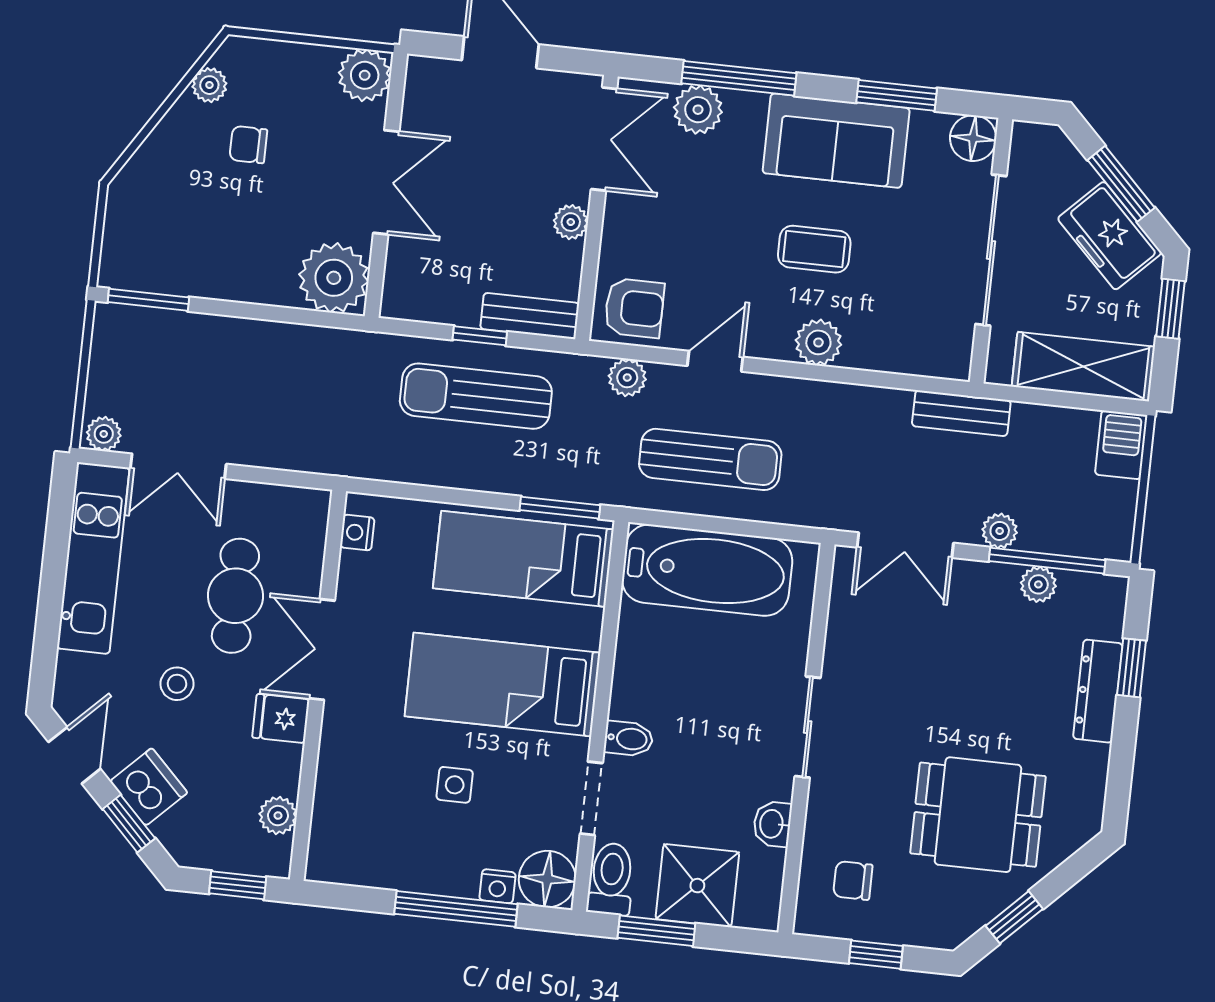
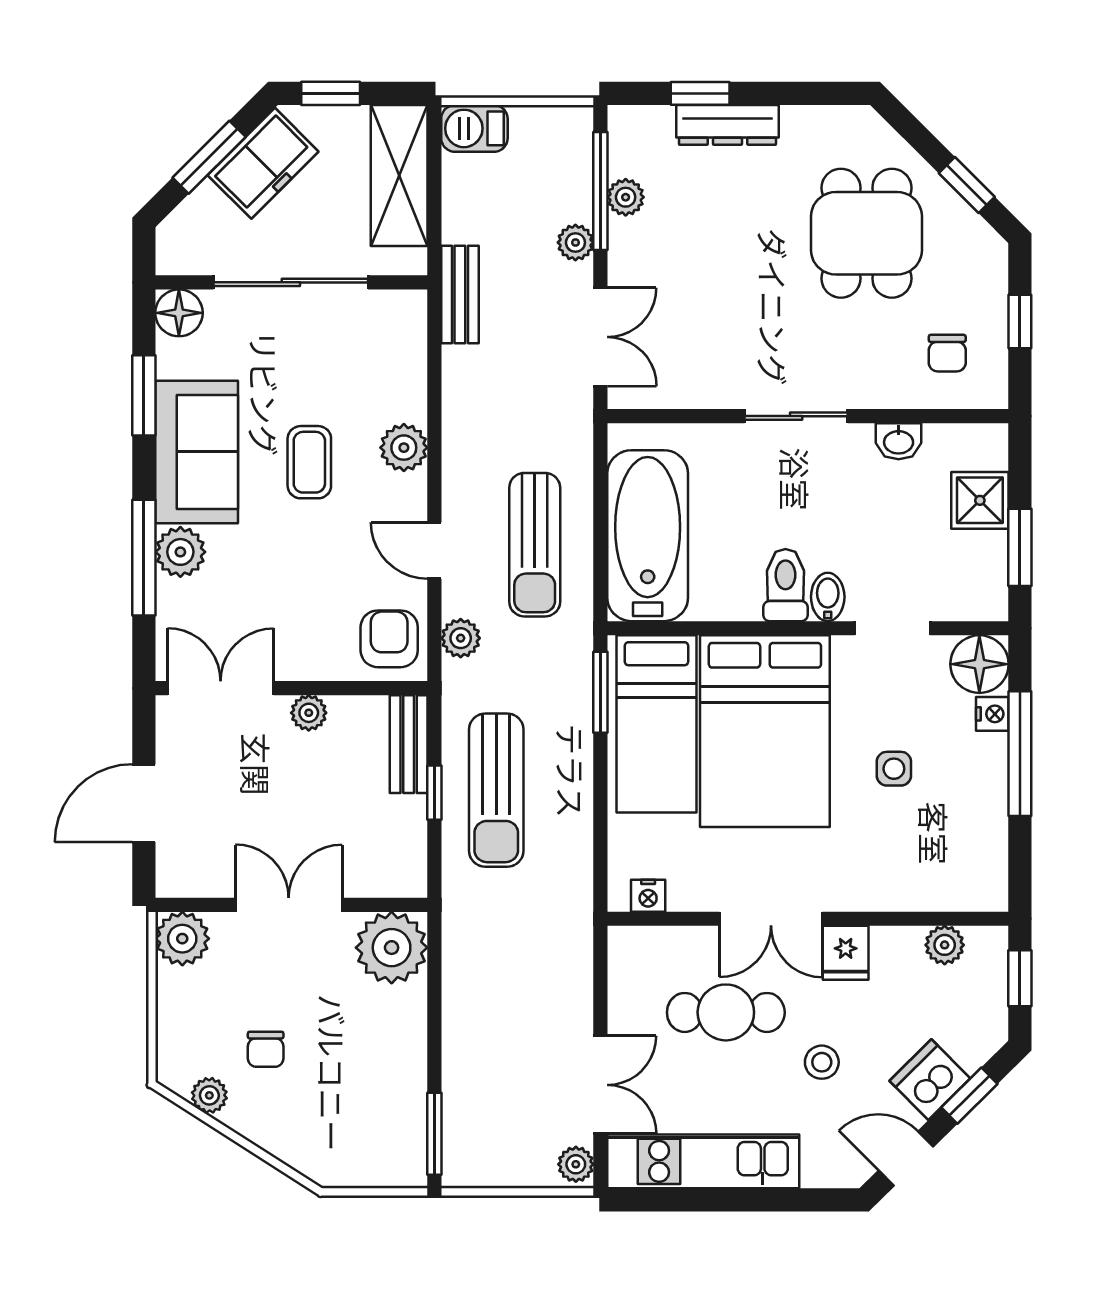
plant: (698, 110) -> (180, 552), moved
sun lounger: (710, 459) -> (535, 545), turned 180
bed: (502, 684) -> (765, 731), width x1.50
toilet: (611, 879) -> (785, 585), moved, turned 90
shower: (697, 886) -> (980, 500), width x0.73, depth x0.73

